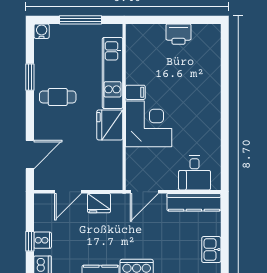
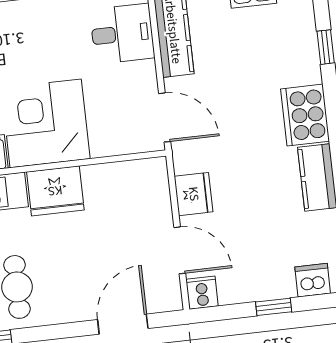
door: (30, 155) -> (123, 324), hinge flipped
cooker: (43, 240) -> (202, 293), moved

